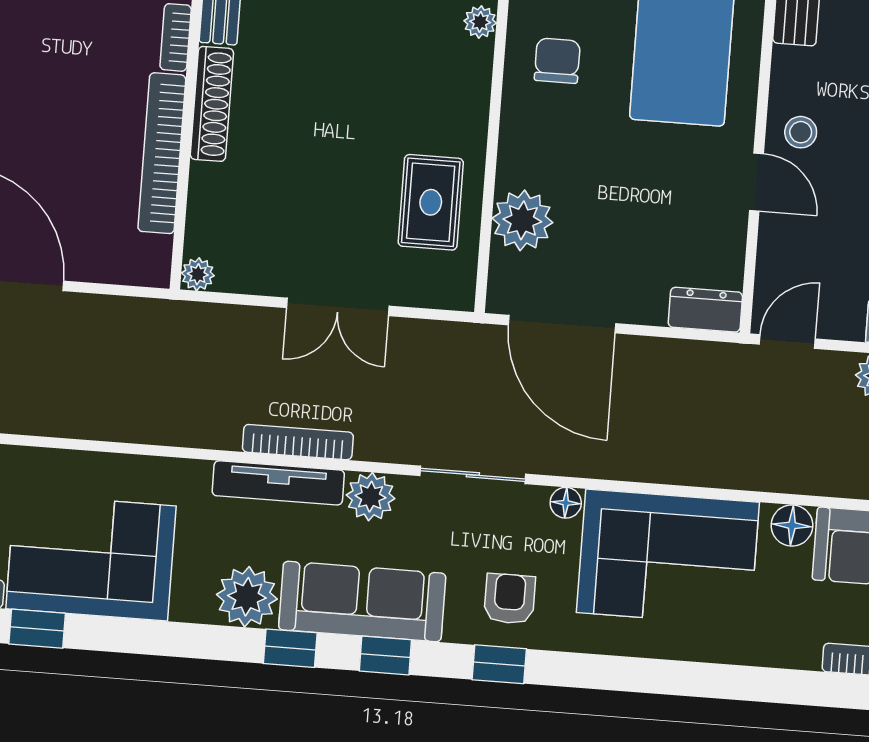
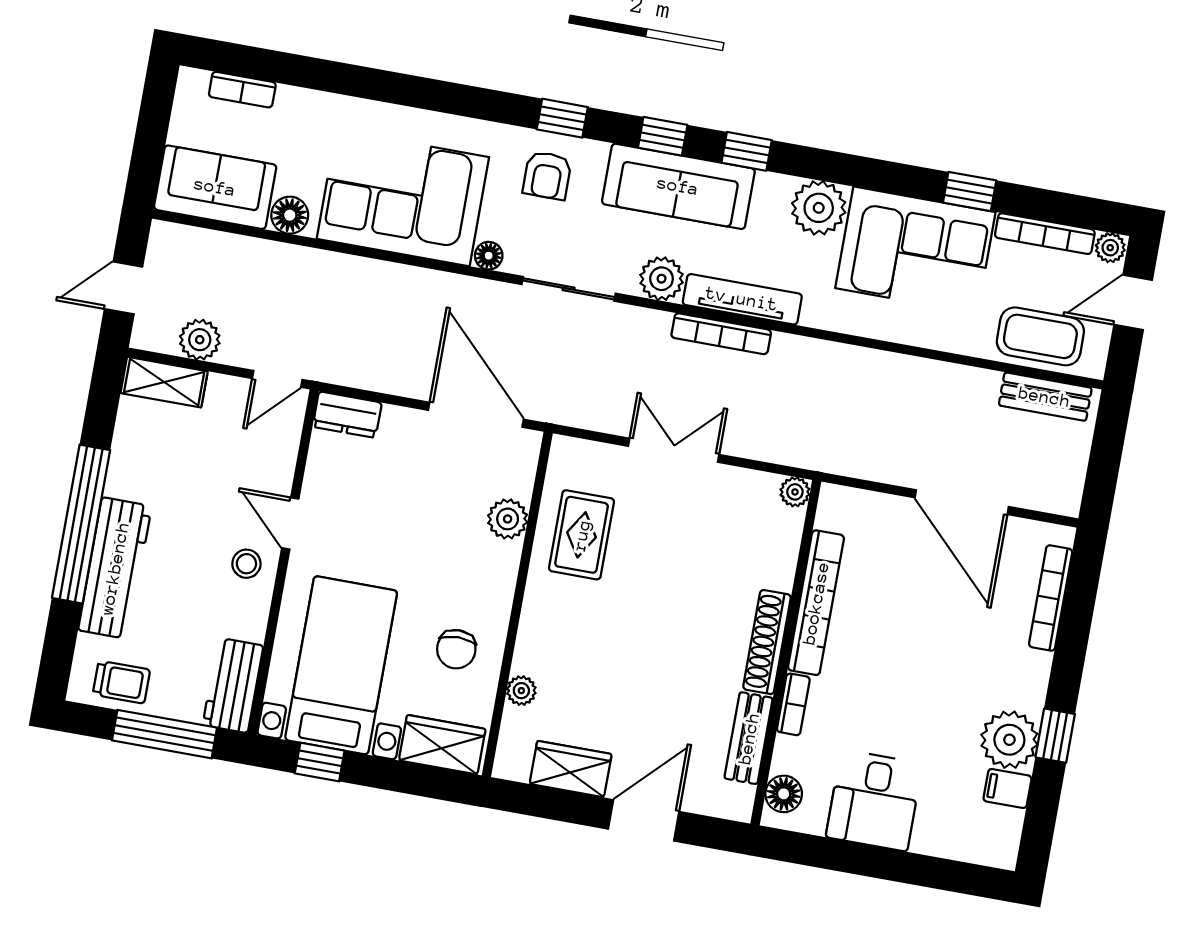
plant: (522, 220) -> (508, 519), width x0.73, depth x0.73
plant: (247, 597) -> (819, 208), moved

